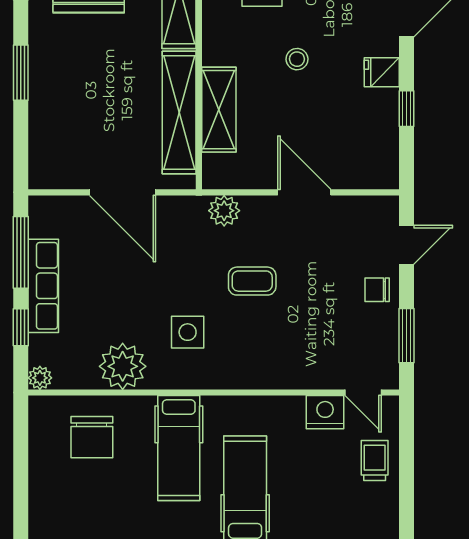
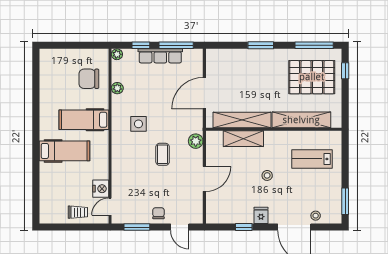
plant: (123, 366) -> (117, 88), width x0.53, depth x0.53

